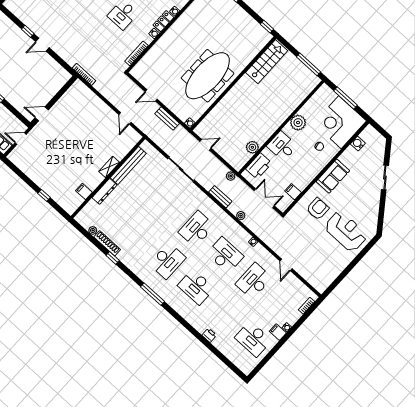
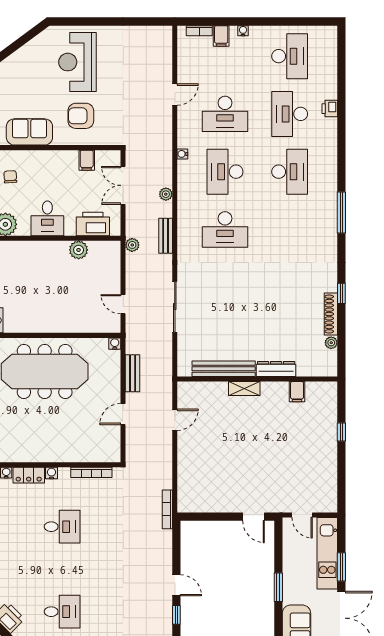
door: (151, 95) -> (123, 414), swing flipped
desk: (167, 261) -> (290, 114), moved, turned -90
filing cabinet: (278, 332) -> (221, 36), moved

